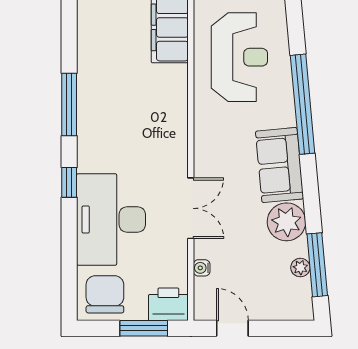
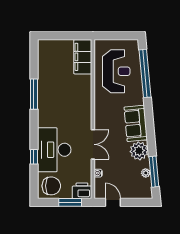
window: (303, 104) -> (145, 73), moved
window: (69, 182) -> (34, 157), moved
chair: (105, 294) -> (51, 186), turned 90

